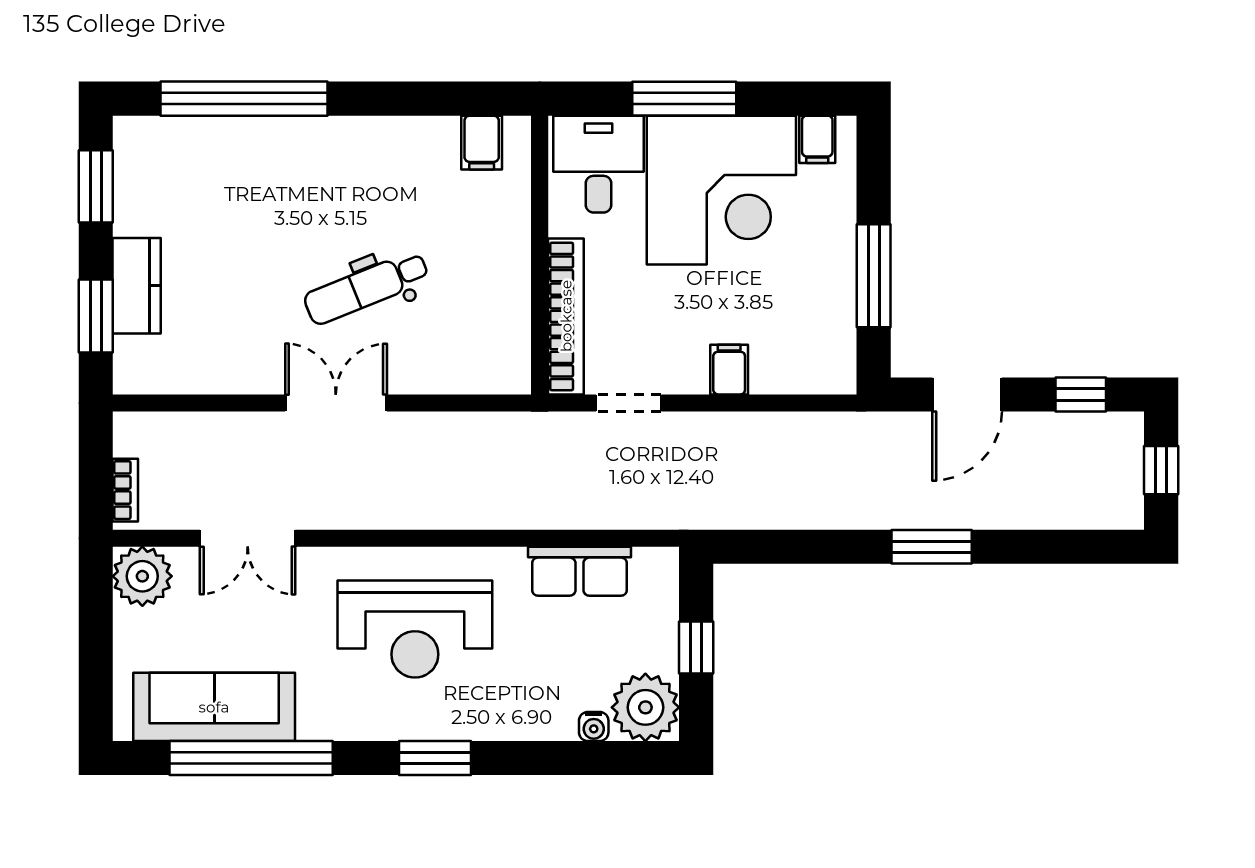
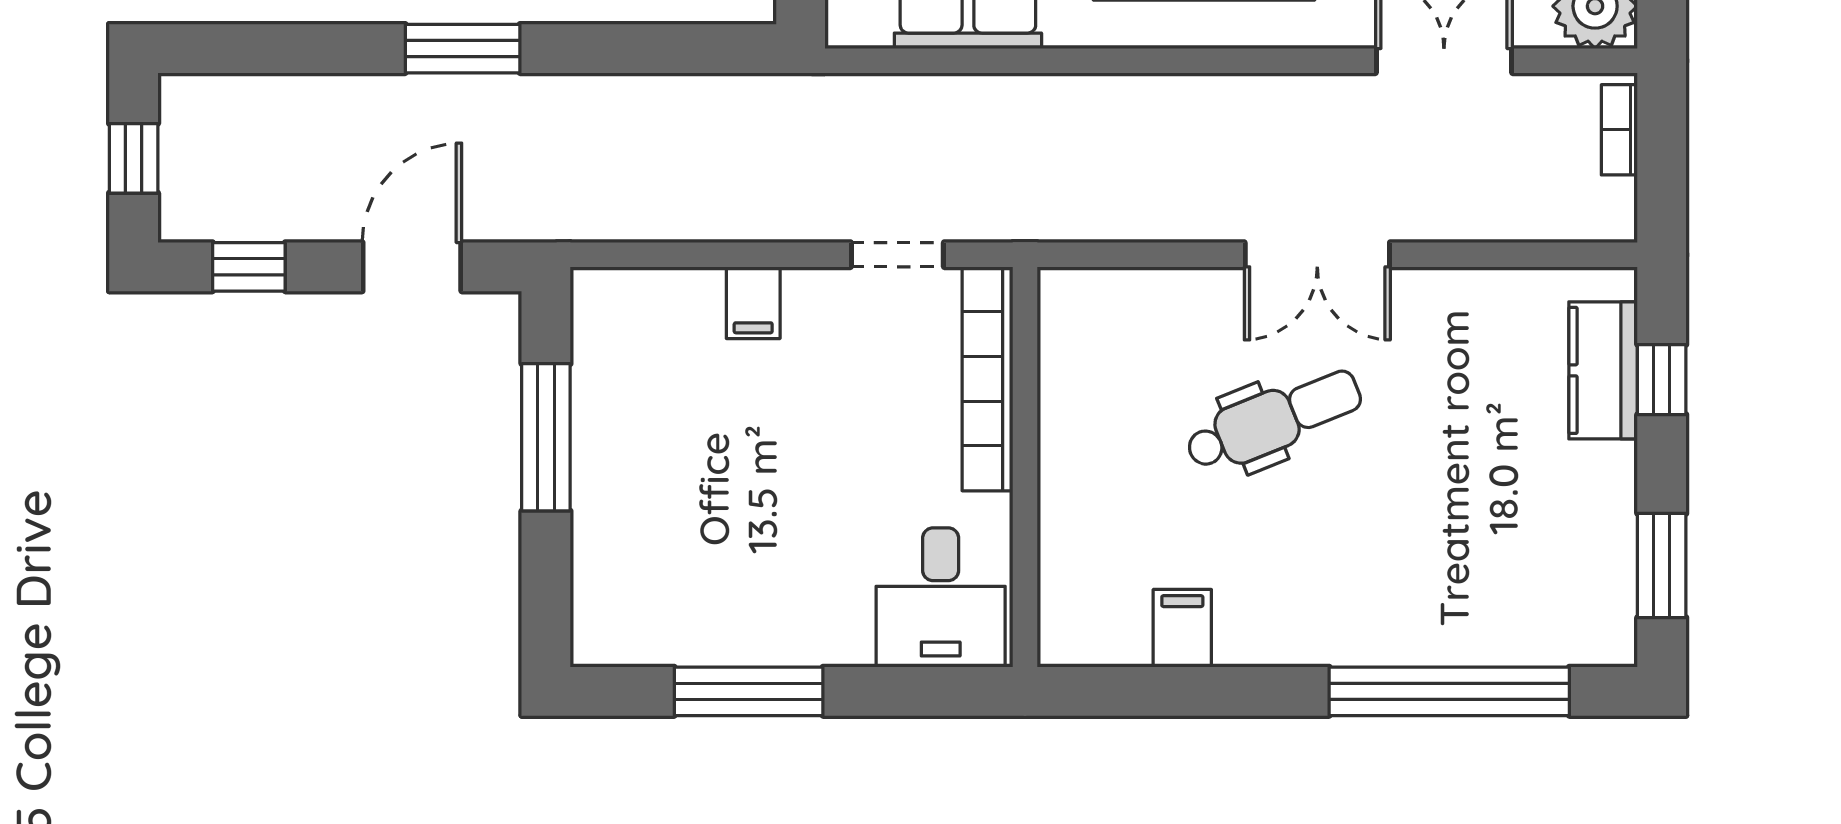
window: (684, 99) -> (749, 691), moved
filing cabinet: (817, 139) -> (627, 633), removed
filing cabinet: (482, 143) -> (1182, 628), moved
corner desk: (721, 190) -> (764, 560), removed
kitchen counter: (137, 286) -> (1603, 370), moved
window: (96, 316) -> (1662, 380), width x0.67

